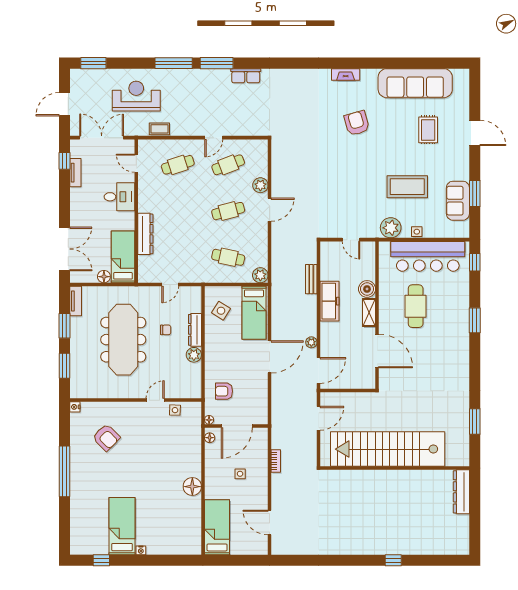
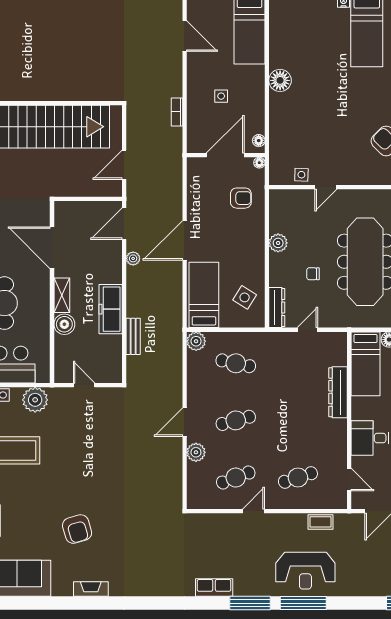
reception desk: (136, 96) -> (305, 571), moved
dresser: (195, 330) -> (277, 308), moved

